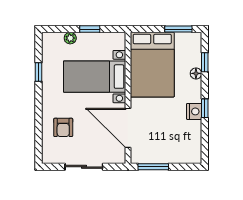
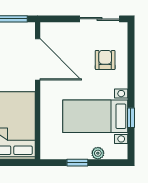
bed with nightstands: (95, 77) -> (95, 116), moved, turned 180
sliding door: (84, 167) -> (100, 19), moved

